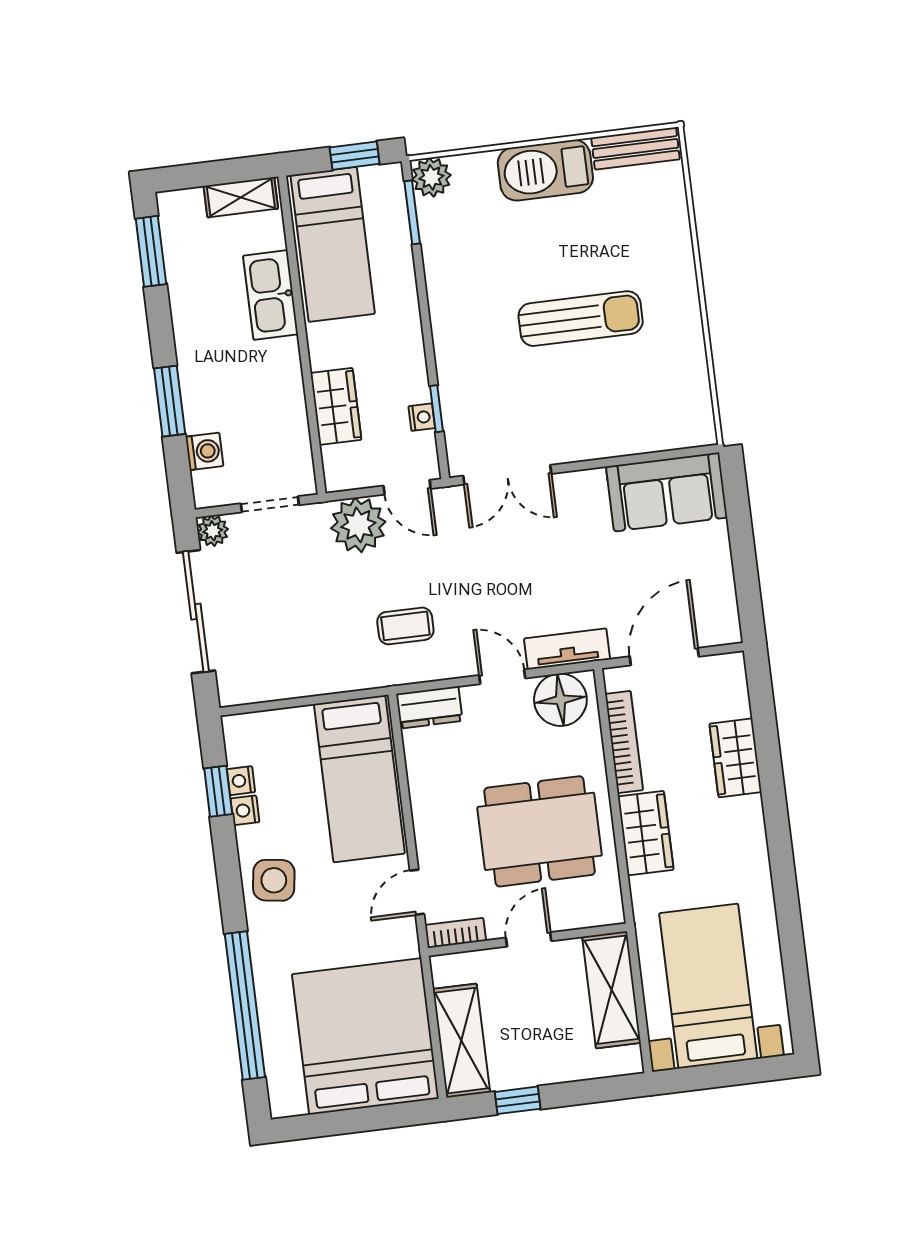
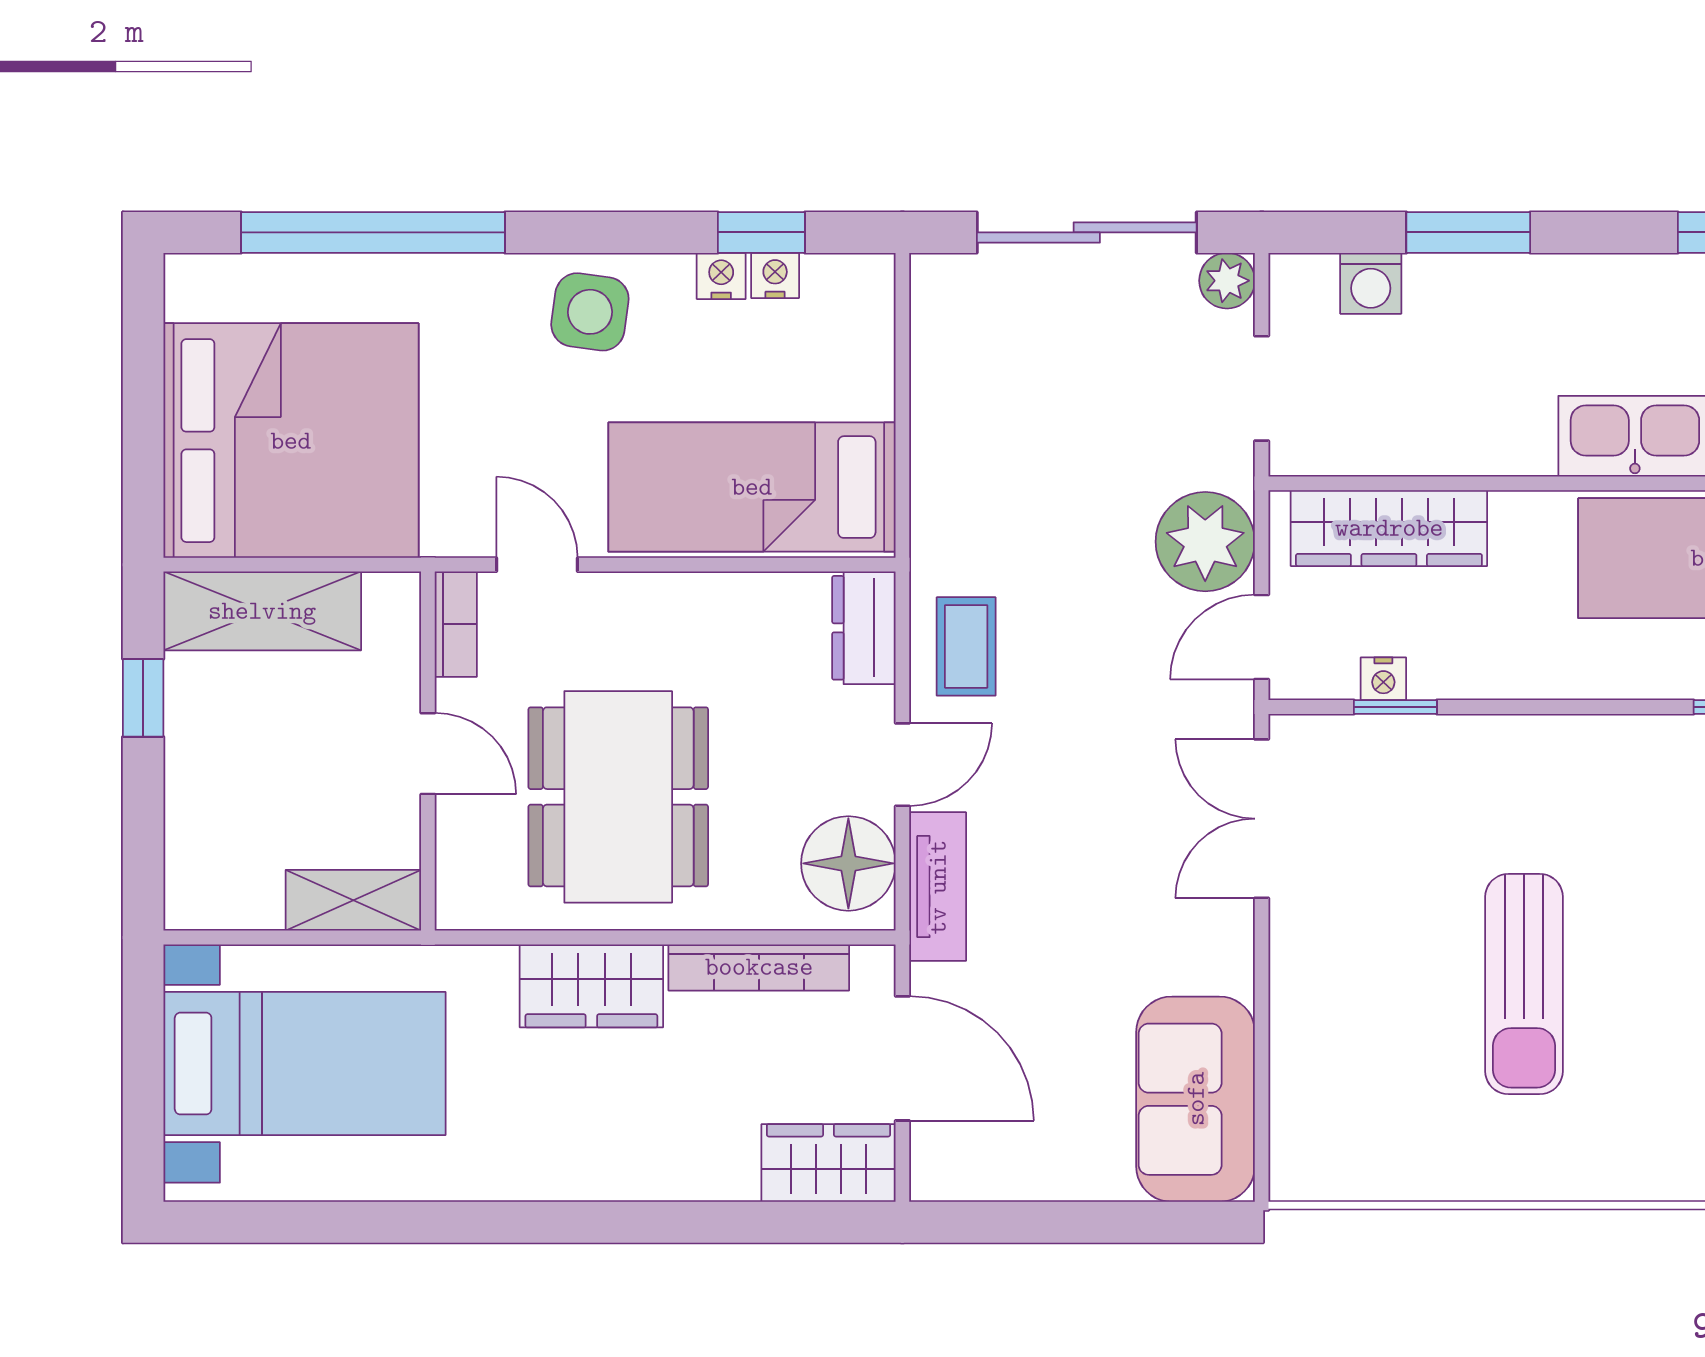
wardrobe: (336, 406) -> (1389, 528), width x1.50
coffee table: (405, 626) -> (966, 646), moved
wardrobe: (736, 758) -> (828, 1163), moved
shelving: (612, 990) -> (353, 900), width x0.67, depth x0.75

